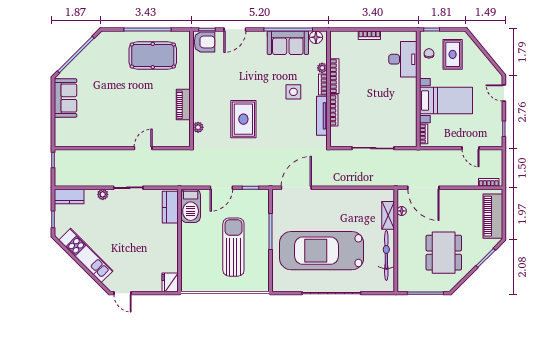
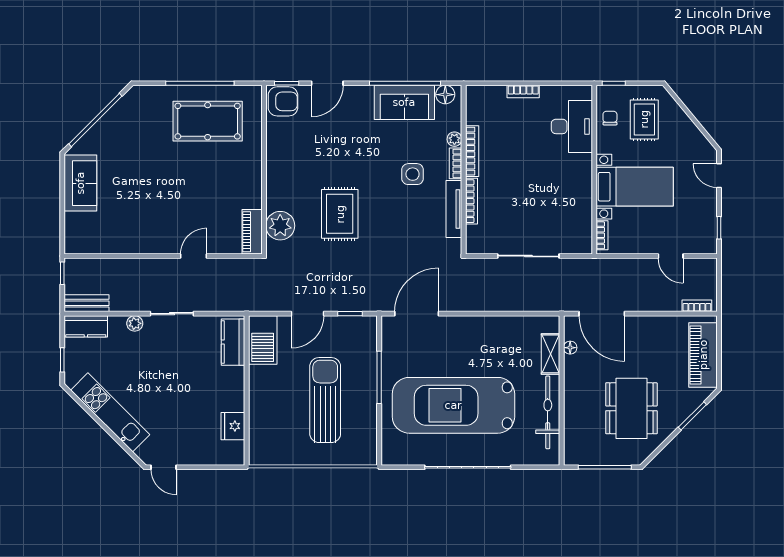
piano: (183, 105) -> (252, 232), moved
plant: (198, 127) -> (280, 226), width x1.88, depth x1.88
bench: (70, 181) -> (87, 303), added
fridge: (170, 282) -> (233, 426), moved

